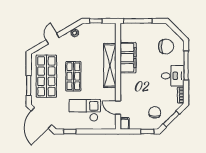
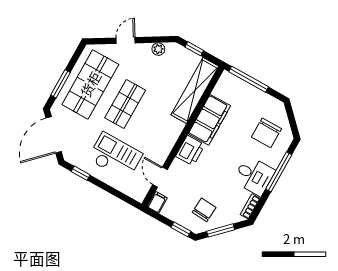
chair: (166, 47) -> (267, 133), turned 90
shelving: (110, 66) -> (195, 90), moved
printer: (127, 82) -> (190, 151), added

